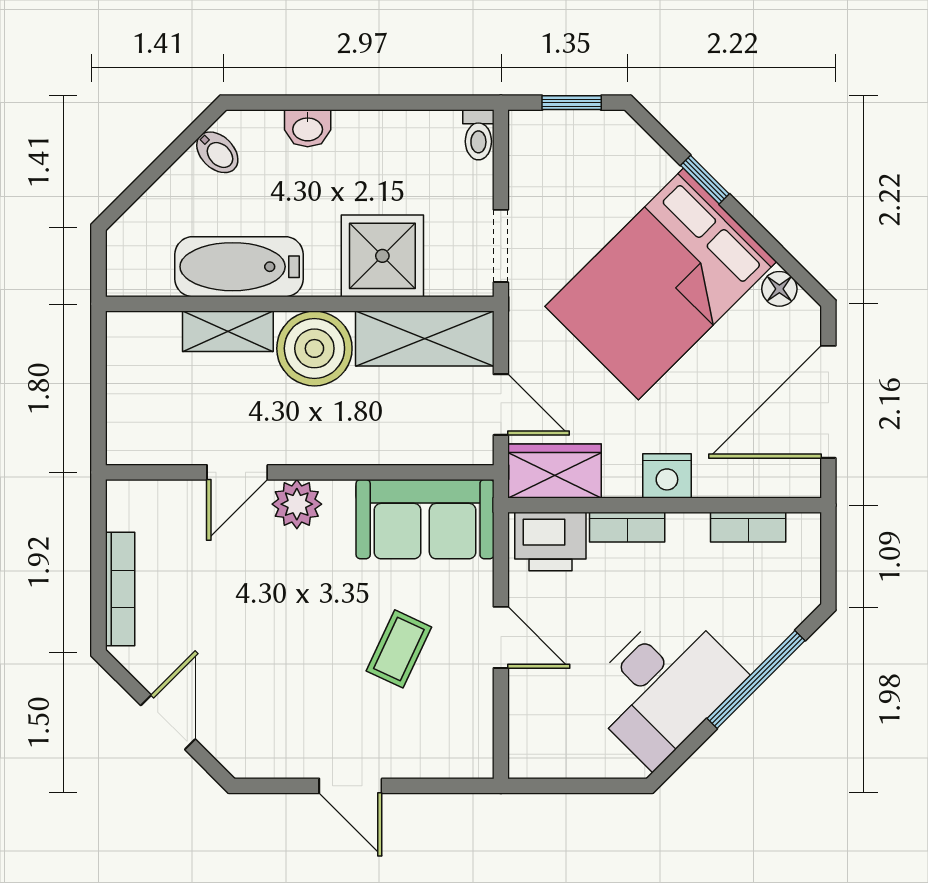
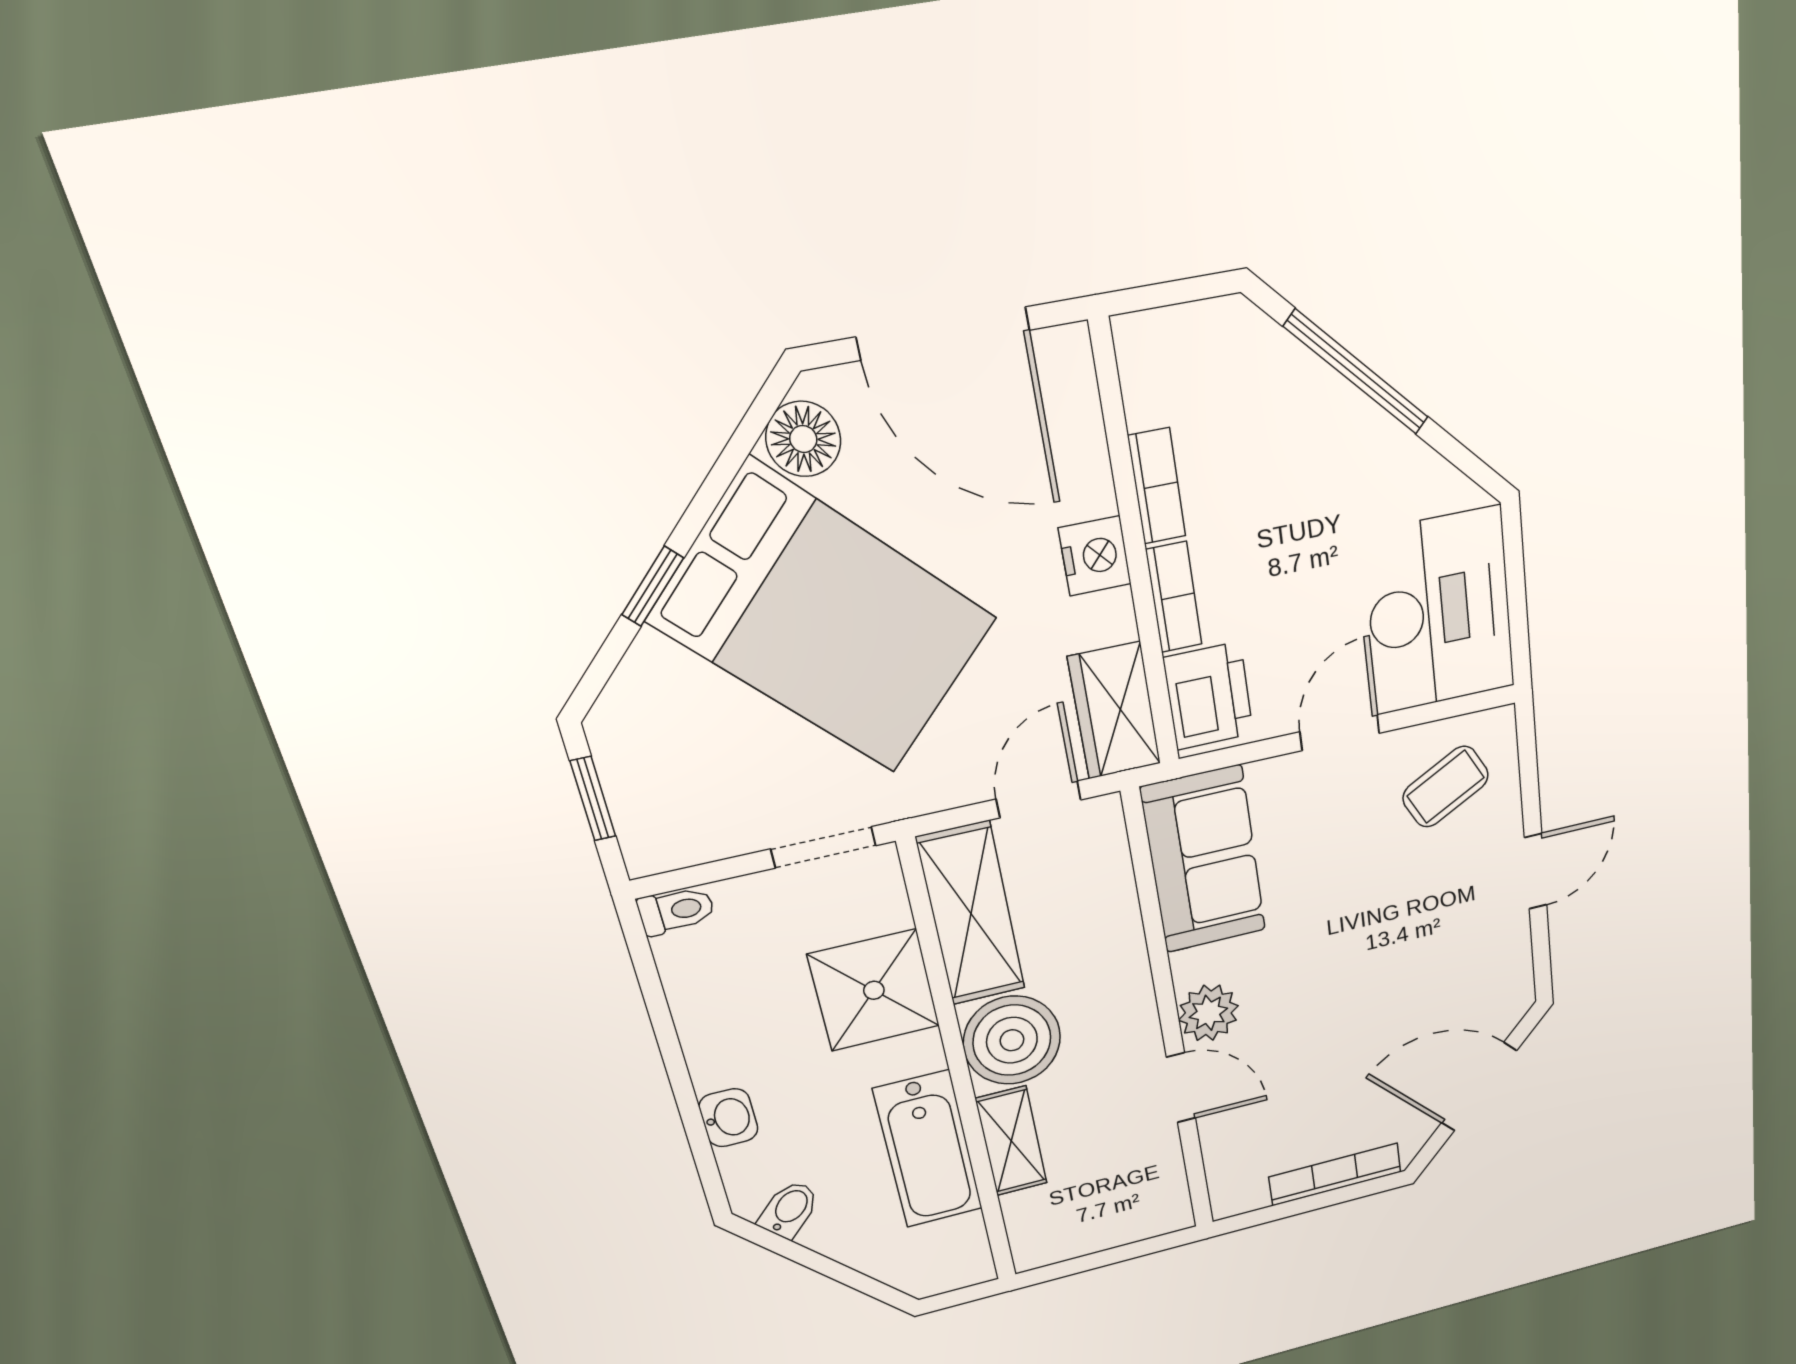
floor lamp: (779, 289) -> (803, 439), width x1.37, depth x1.37
bookcase: (748, 527) -> (1157, 486), moved
coffee table: (399, 649) -> (1446, 787), moved, turned -53
desk: (663, 686) -> (1440, 611), moved, turned 45
door: (168, 722) -> (1479, 1087), width x1.38

